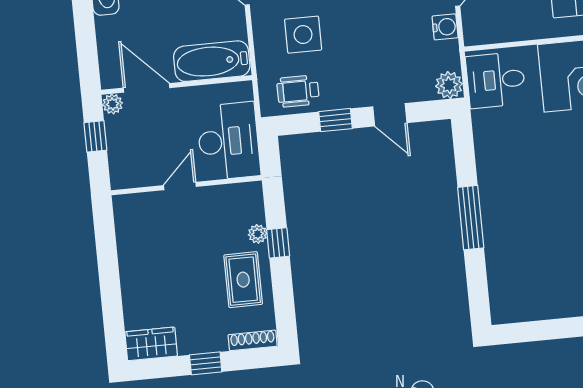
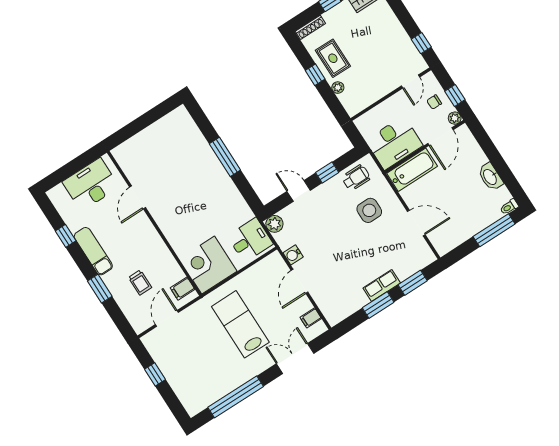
door: (147, 88) -> (440, 137), hinge flipped
desk: (228, 141) -> (394, 143), moved, turned -90
chair: (130, 142) -> (434, 102), added
door: (180, 186) -> (410, 82), moved
window: (105, 236) -> (421, 43), added
window: (278, 243) -> (315, 75), moved

